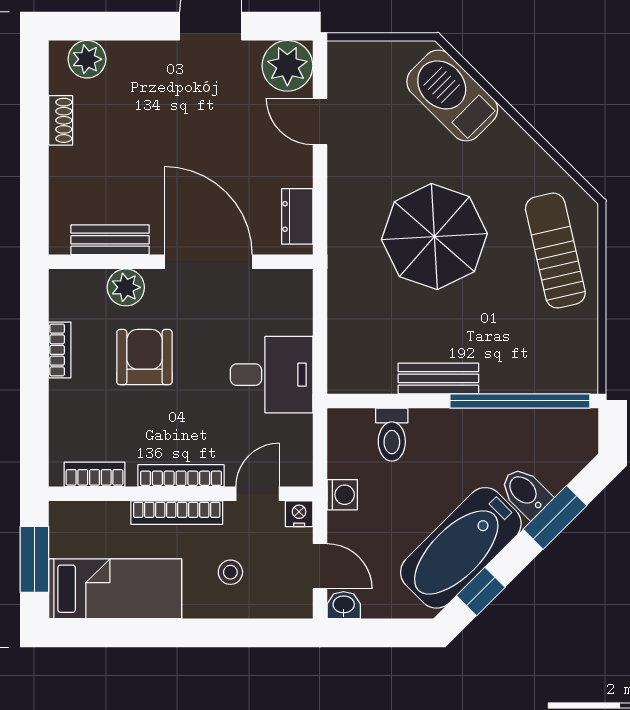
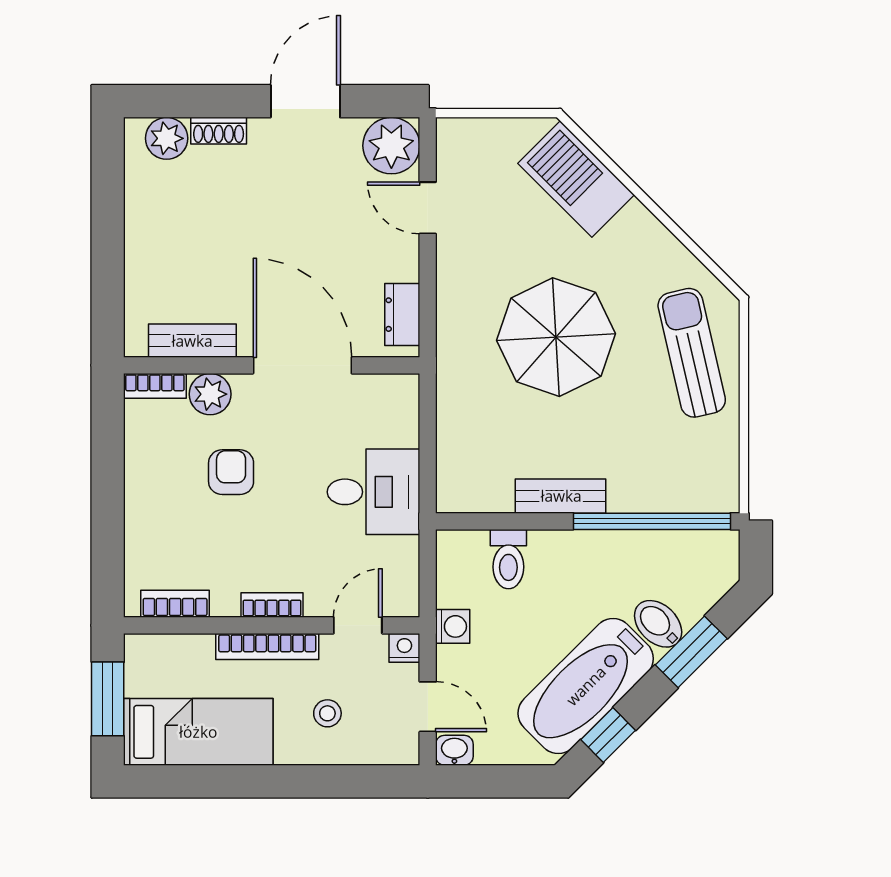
shoe rack: (61, 120) -> (219, 131), moved, turned 90
bookcase: (60, 350) -> (155, 386), moved, turned 90
armchair: (144, 357) -> (231, 472), width x0.72, depth x0.72
bookcase: (181, 476) -> (272, 605), width x0.64

